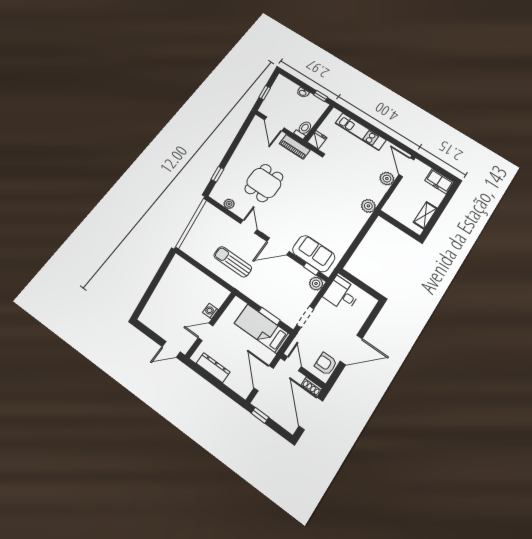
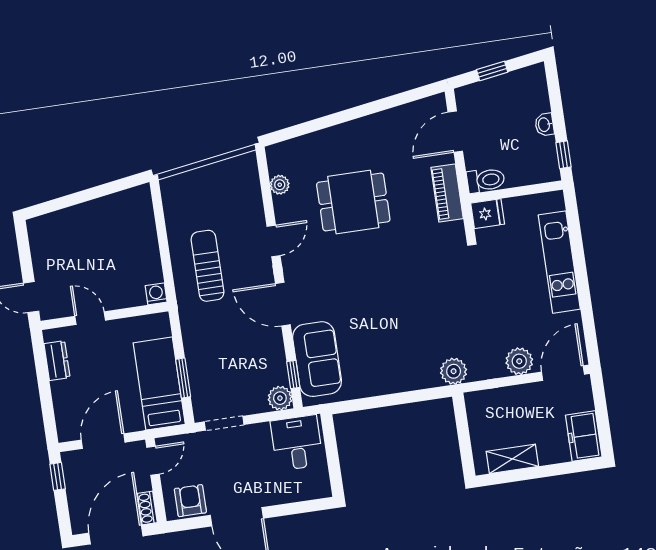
window: (217, 174) -> (306, 128), removed
washing machine: (210, 311) -> (156, 294), moved
dresser: (213, 368) -> (57, 361), width x0.70

